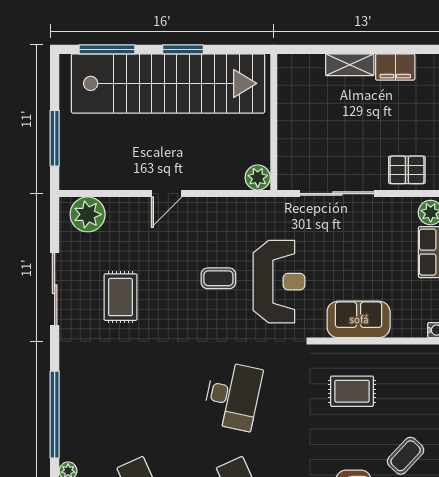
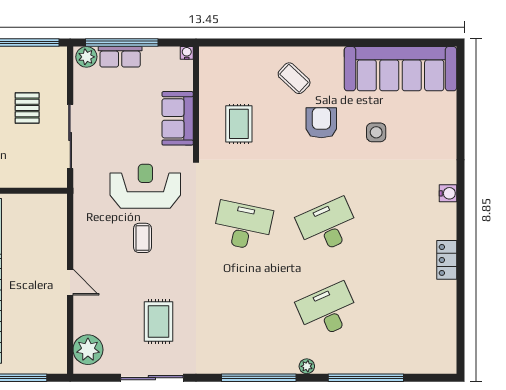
pallet: (407, 170) -> (27, 108), moved
plant: (258, 178) -> (56, 204), removed
rug: (120, 297) -> (159, 322), turned 90

